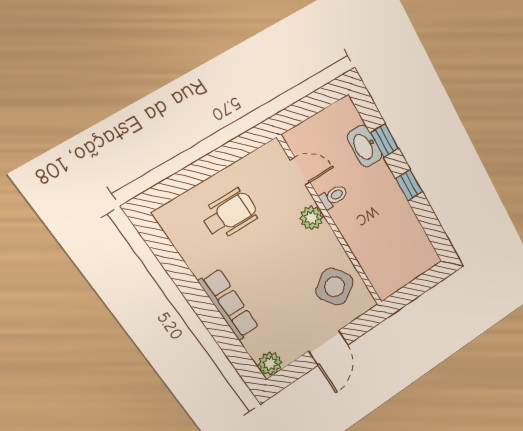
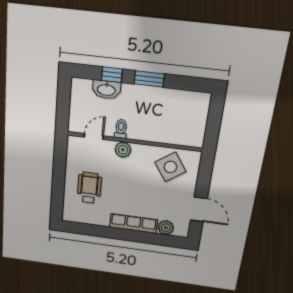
window: (409, 185) -> (149, 79), width x1.50
door: (328, 348) -> (199, 209), moved
plant: (270, 364) -> (166, 228), moved

